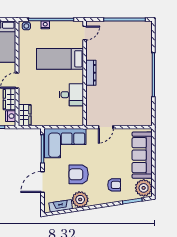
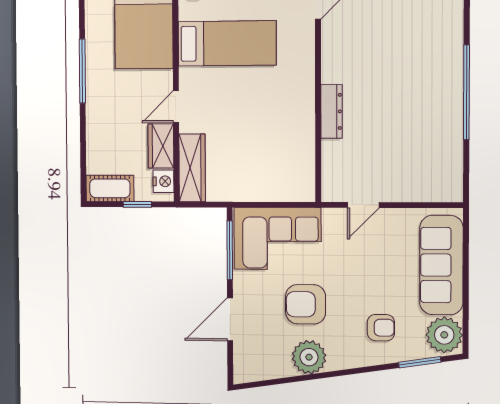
bed: (60, 59) -> (227, 43), moved, turned 180
dresser: (91, 73) -> (331, 111), moved
desk: (71, 95) -> (290, 136), removed
wardrobe: (25, 115) -> (192, 168), width x1.50
fireplace: (61, 206) -> (268, 370), removed

